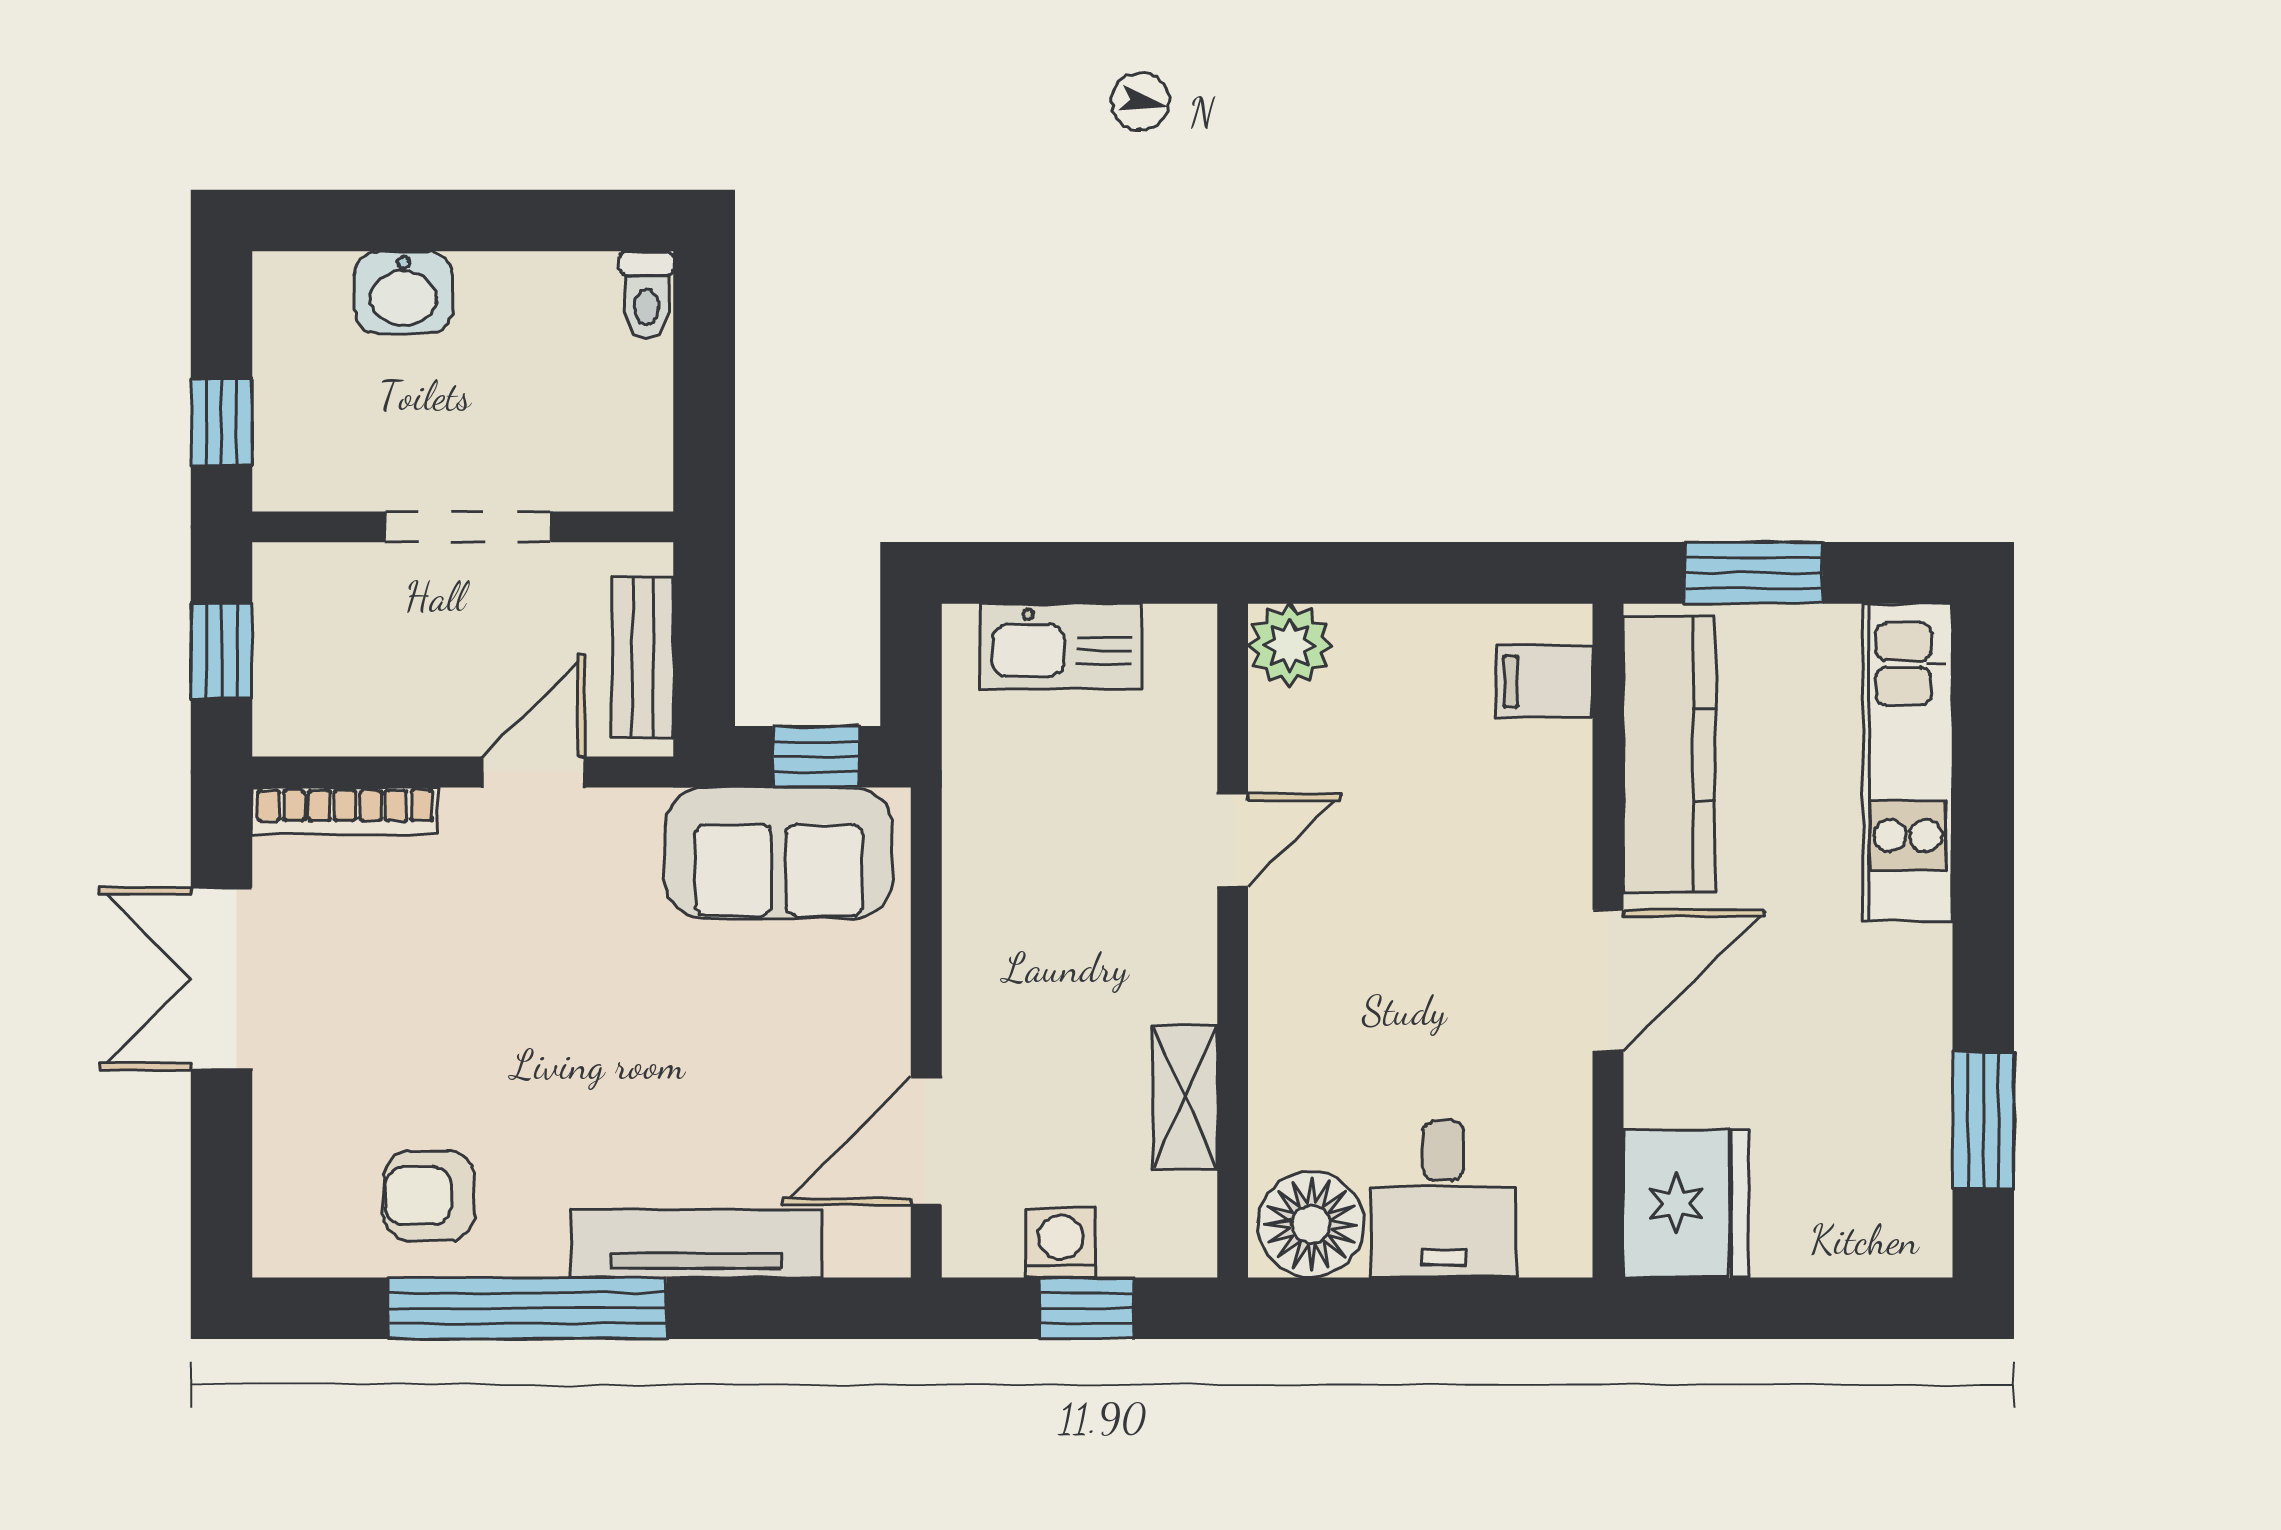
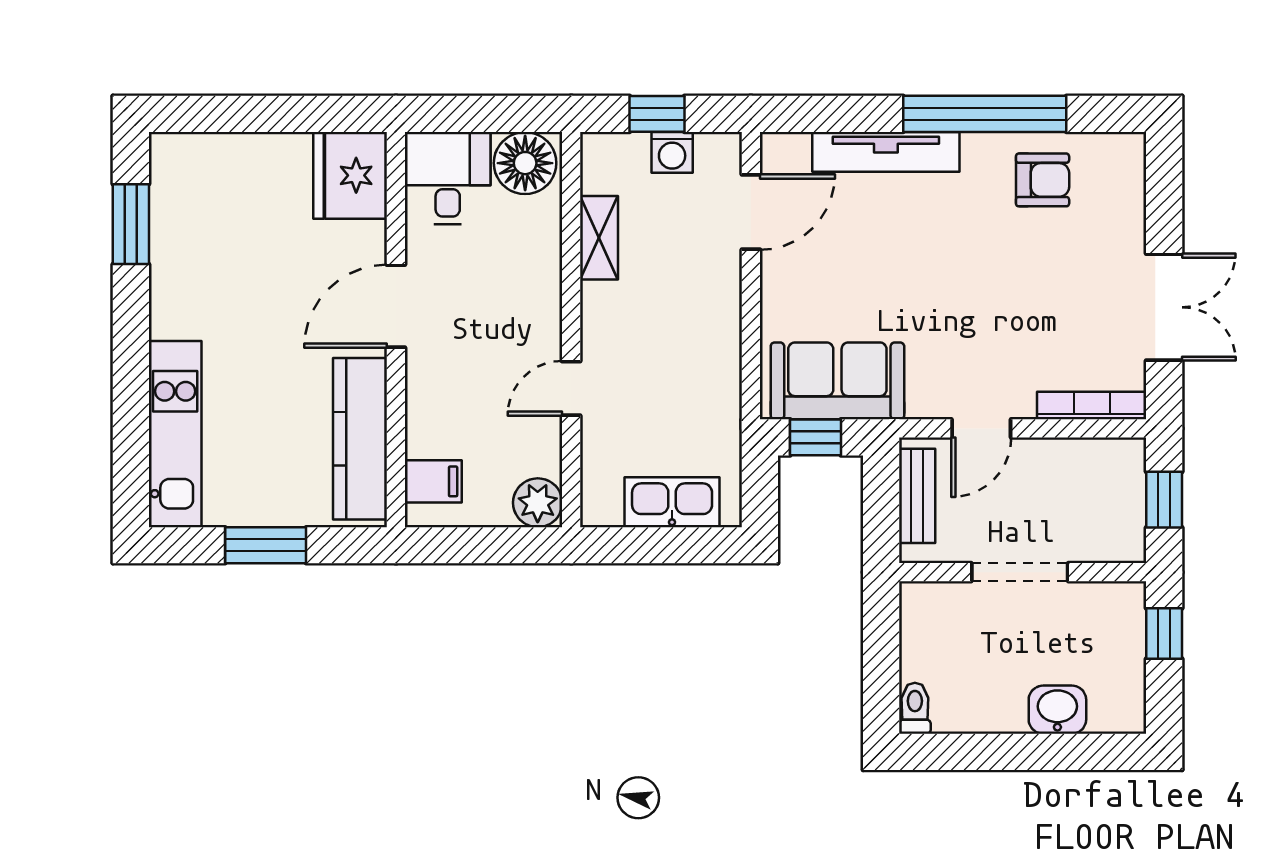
filing cabinet: (1544, 682) -> (433, 481), moved
kitchen counter: (1669, 755) -> (360, 439), moved
wall: (1608, 941) -> (396, 330), moved
door: (1608, 980) -> (396, 306), moved
fridge: (1686, 1204) -> (350, 175), moved

